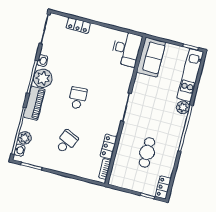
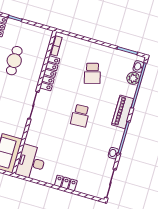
locker: (78, 25) -> (66, 183), moved
plant: (43, 78) -> (114, 136), removed
school desk: (66, 142) -> (92, 73), turned -39
locker: (109, 146) -> (50, 73), width x1.53

